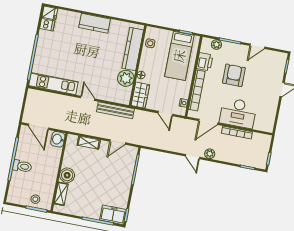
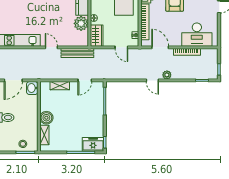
desk: (238, 113) -> (197, 35), moved
door: (208, 122) -> (160, 47), swing flipped
door: (38, 127) -> (13, 80), hinge flipped

